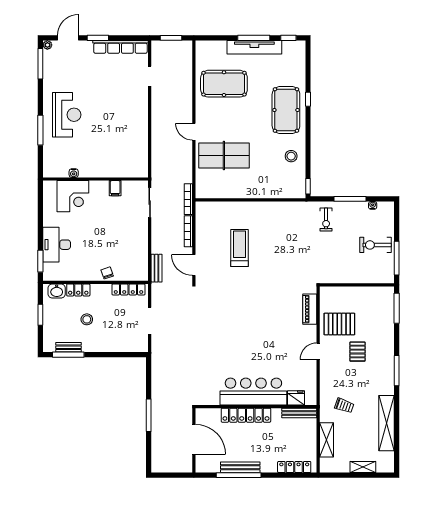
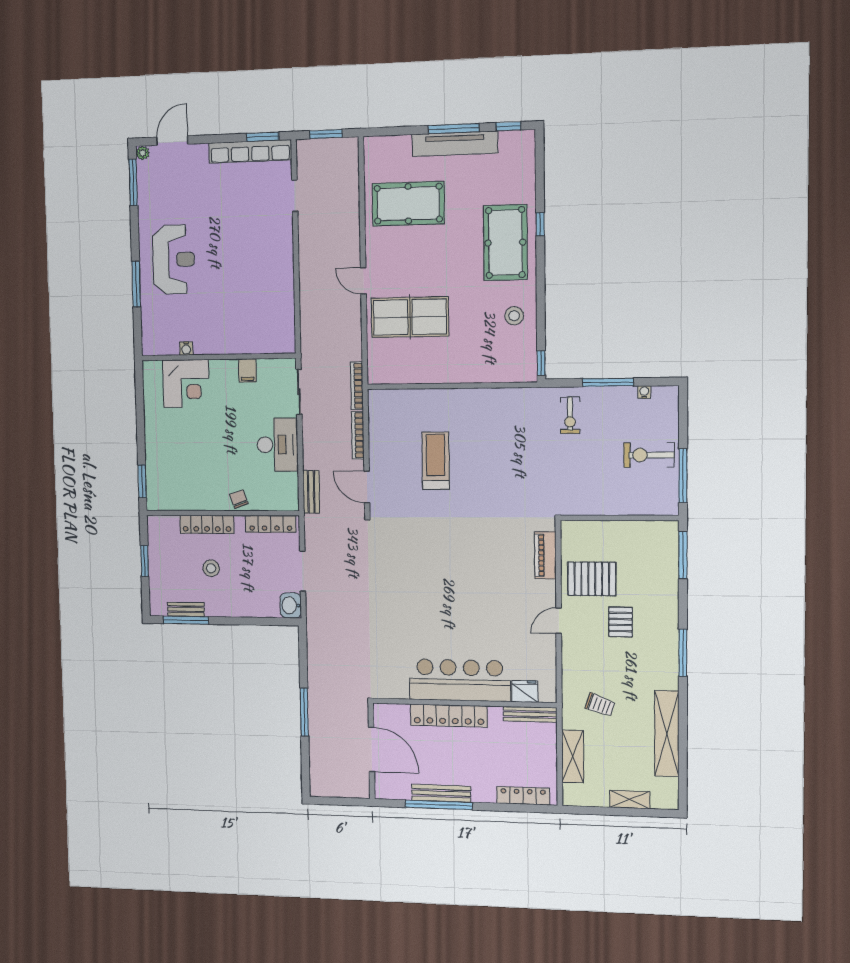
window: (98, 38) -> (263, 137), moved
desk: (57, 245) -> (277, 445), moved, turned 180
locker: (78, 290) -> (207, 524), width x1.53
washbasin: (57, 291) -> (291, 605), moved, turned 90

